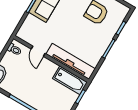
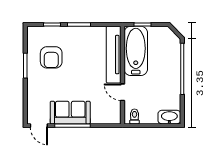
door: (38, 51) -> (122, 92), swing flipped
bathtub: (70, 80) -> (136, 51), width x1.36, depth x1.36

